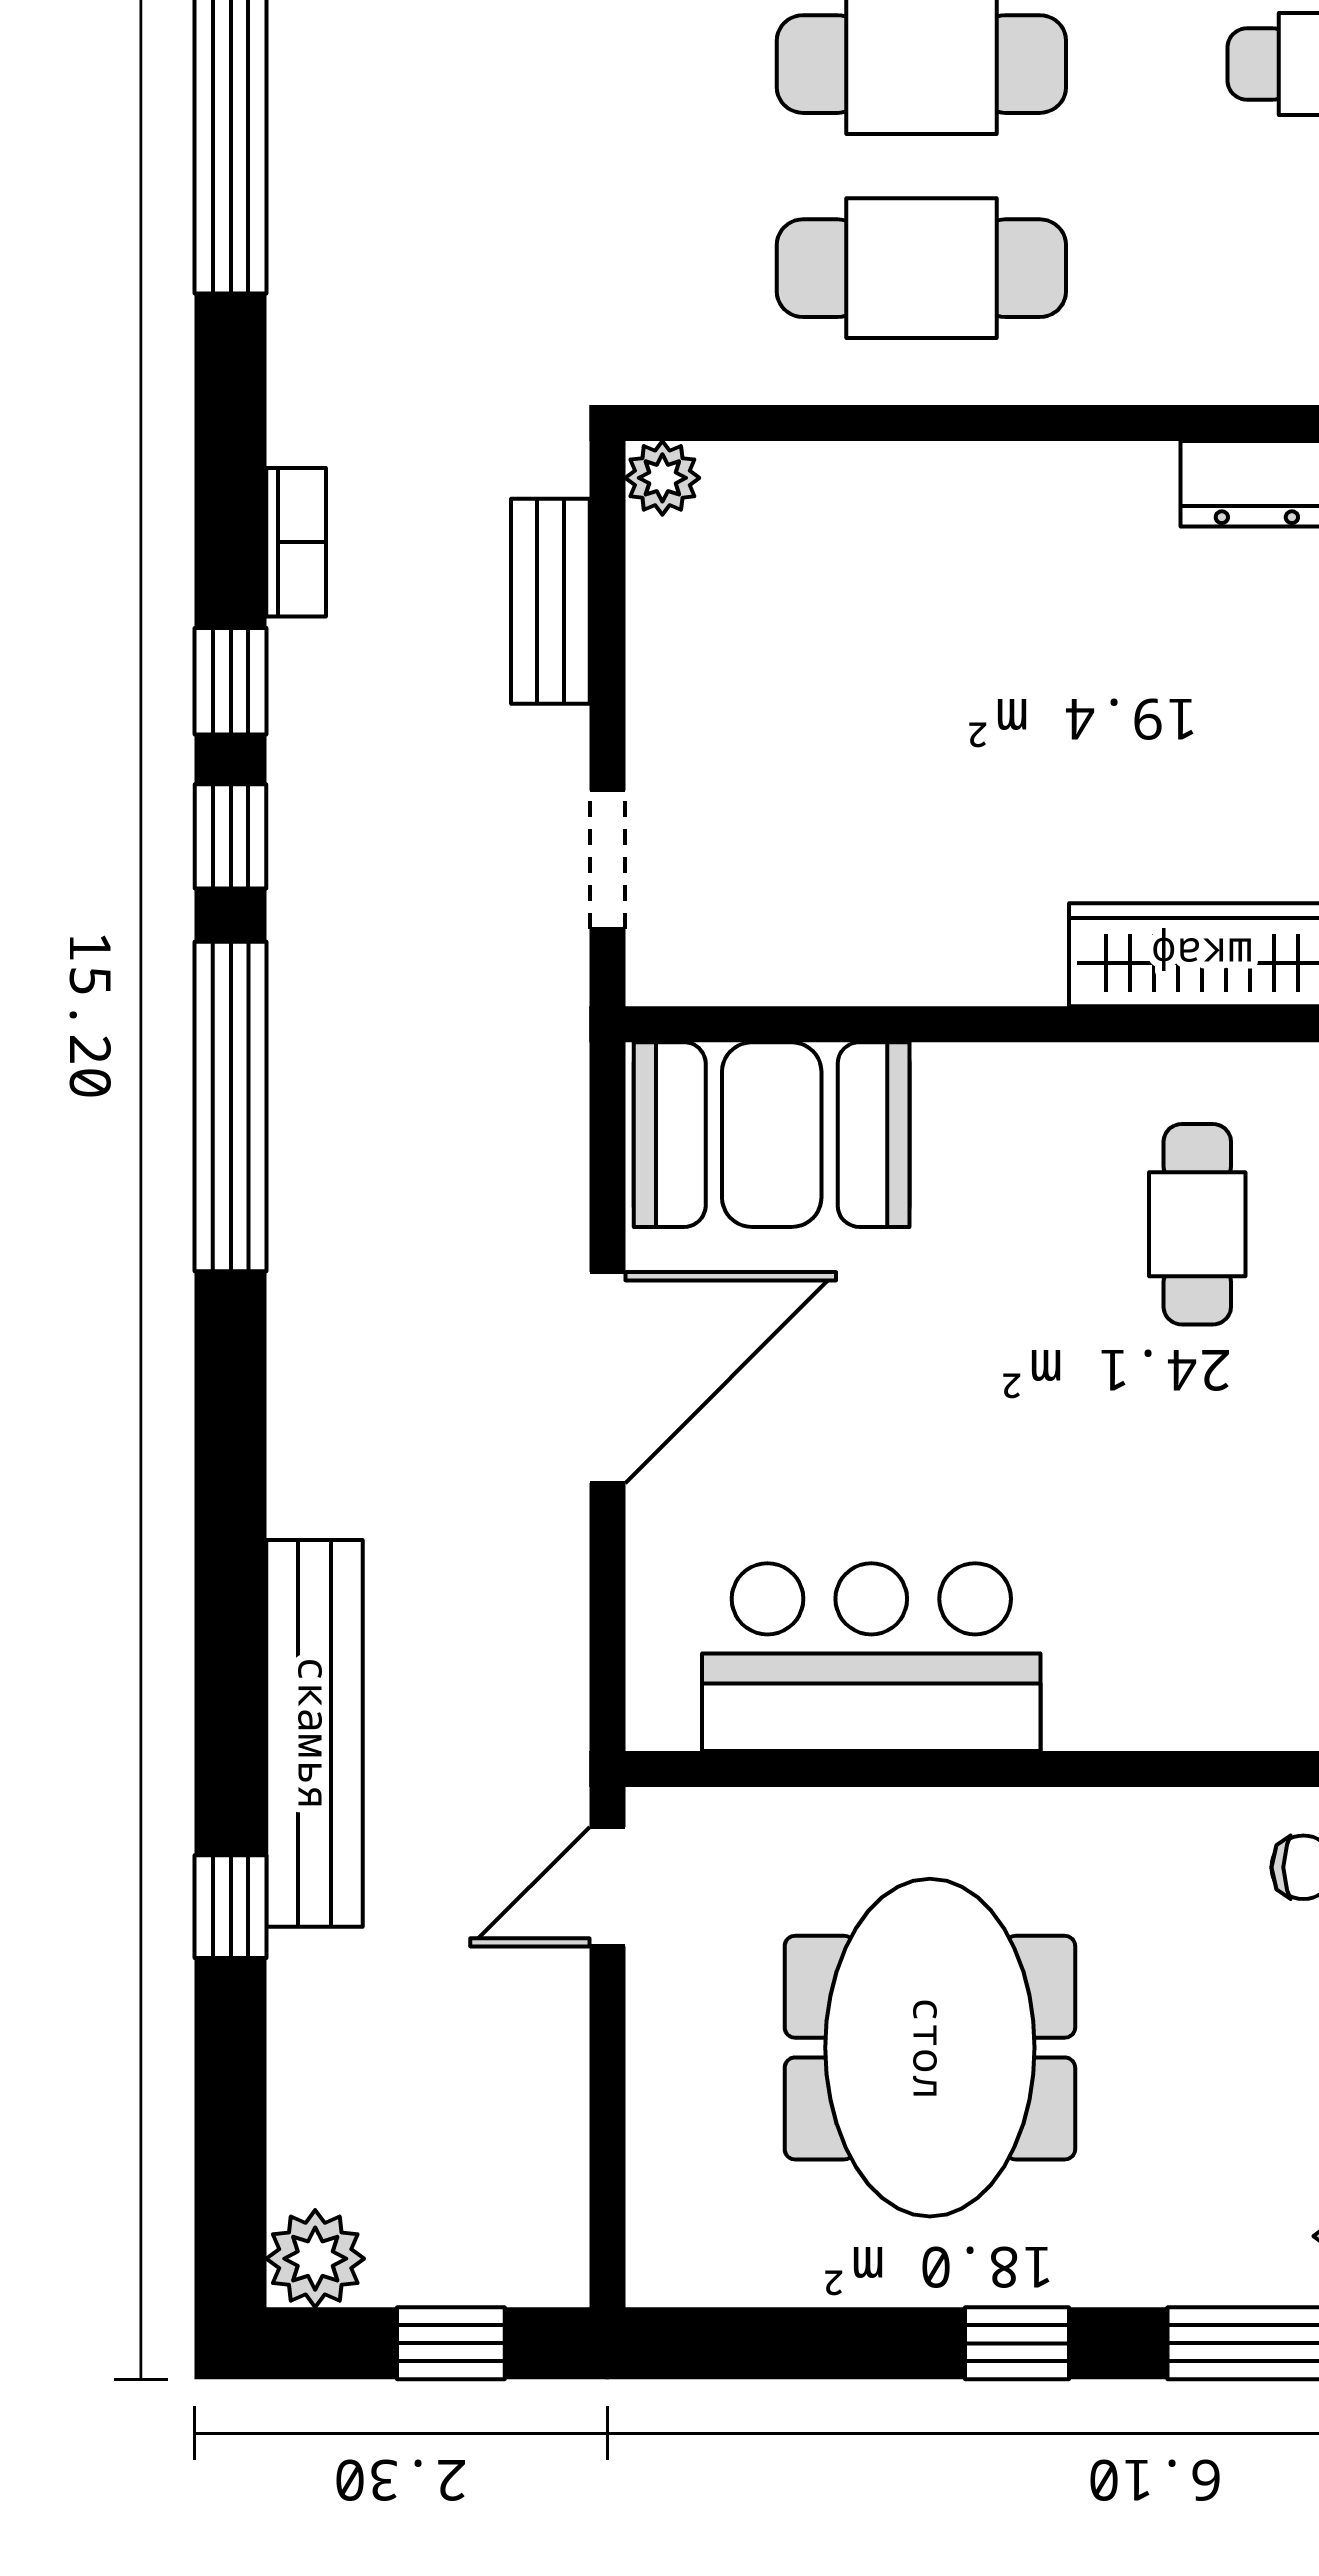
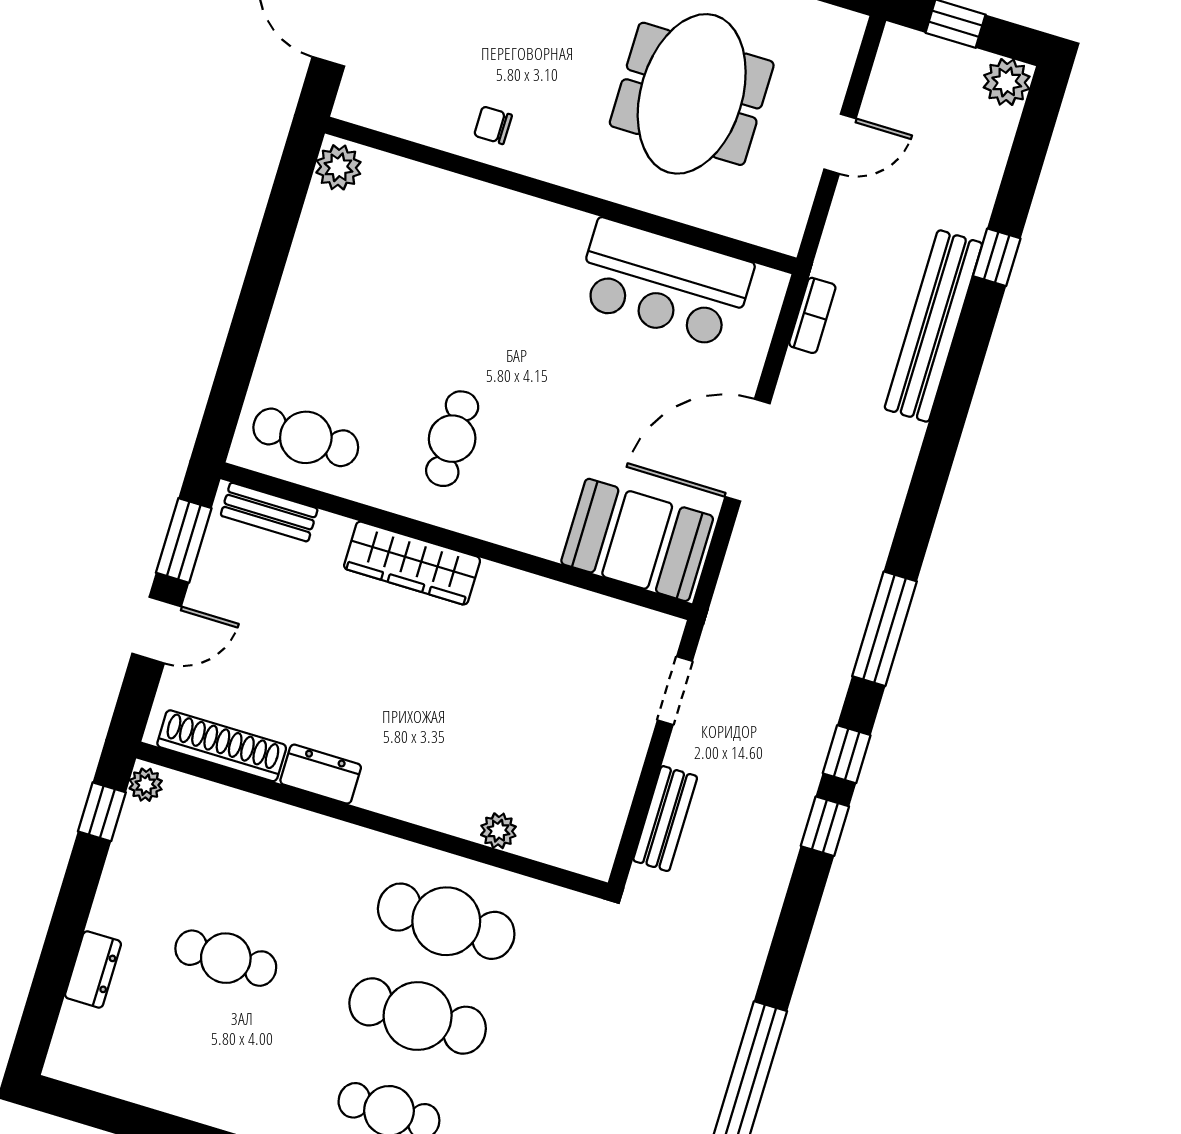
plant: (662, 478) -> (498, 831), moved
bookcase: (296, 542) -> (812, 315), moved, turned 180
window: (231, 1106) -> (884, 629), width x0.68
door: (607, 1887) -> (840, 144), moved

